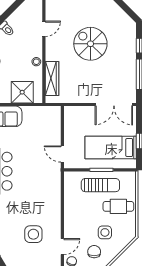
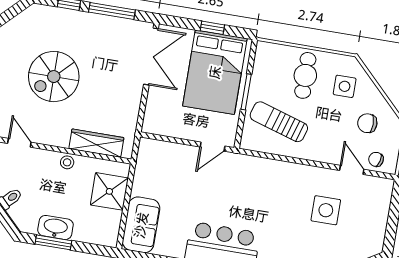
bed: (111, 148) -> (215, 72), width x1.50
sun lounger: (100, 185) -> (279, 122), moved, turned -73
side table: (105, 232) -> (345, 86), moved

